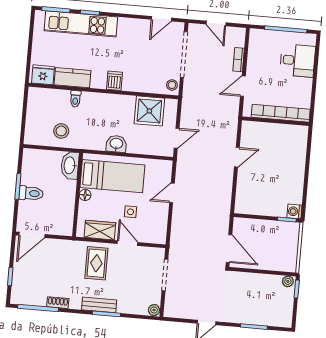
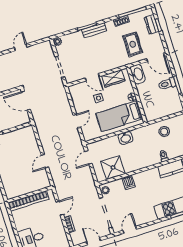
dishwasher: (114, 81) -> (129, 182), moved
washbasin: (70, 165) -> (138, 74), moved
door: (32, 235) -> (156, 57), swing flipped
rug: (96, 263) -> (133, 44), moved
dresser: (19, 281) -> (152, 24), added

